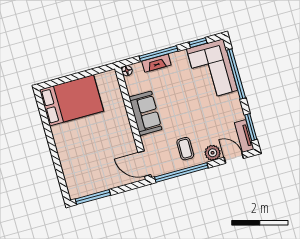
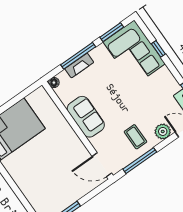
window: (198, 43) -> (112, 32), width x1.50
window: (236, 74) -> (158, 49), width x0.32
window: (181, 172) -> (140, 161), width x0.68

